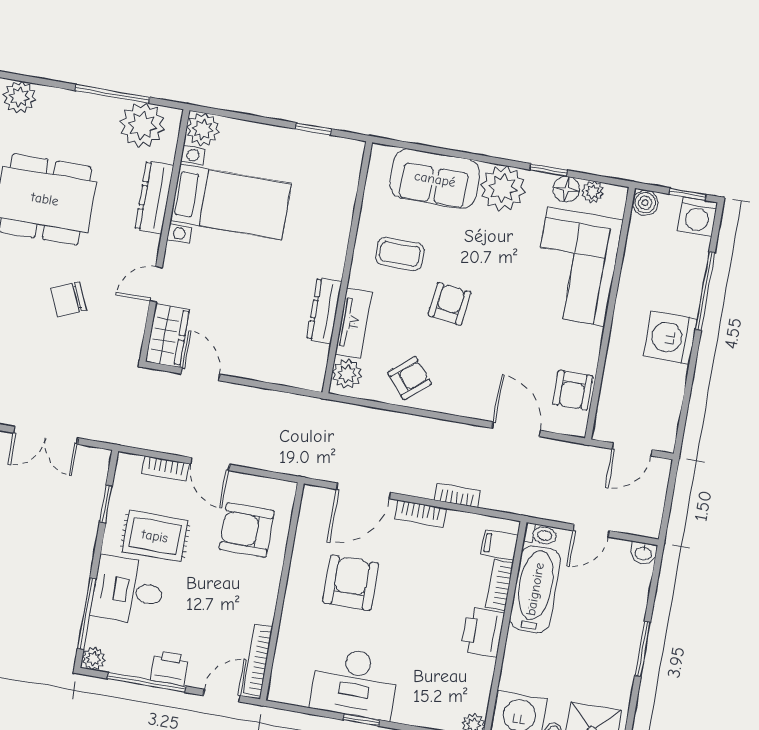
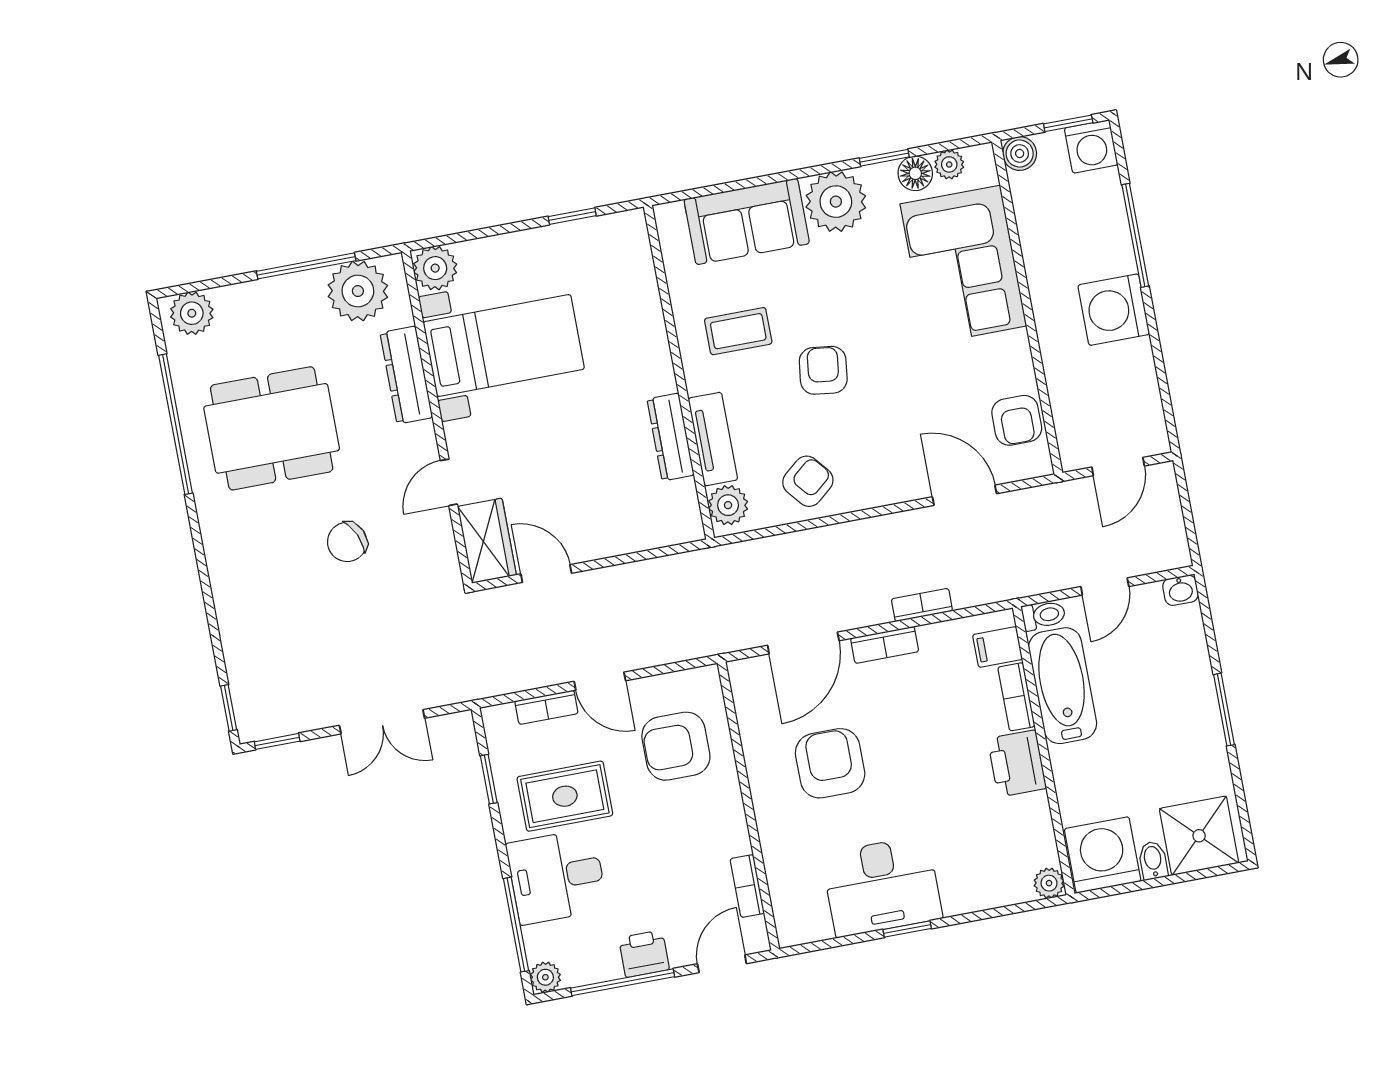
bookcase: (258, 660) -> (747, 886), width x0.64

